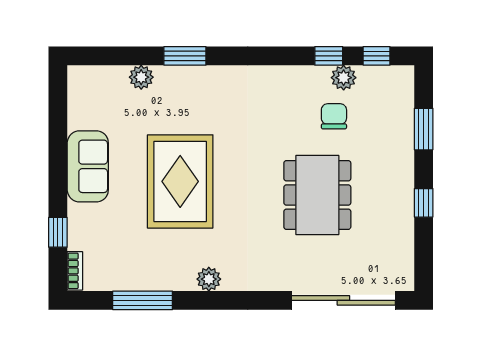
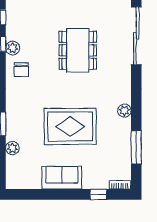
plant: (344, 78) -> (13, 48), moved
chair: (334, 116) -> (21, 70), moved, turned -90
dining table: (317, 195) -> (78, 50), turned 90

